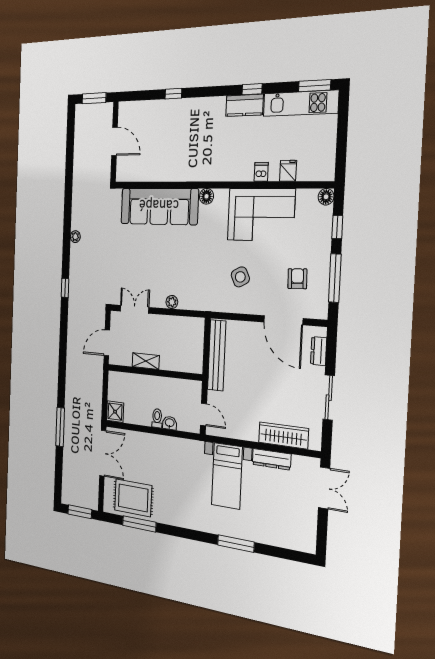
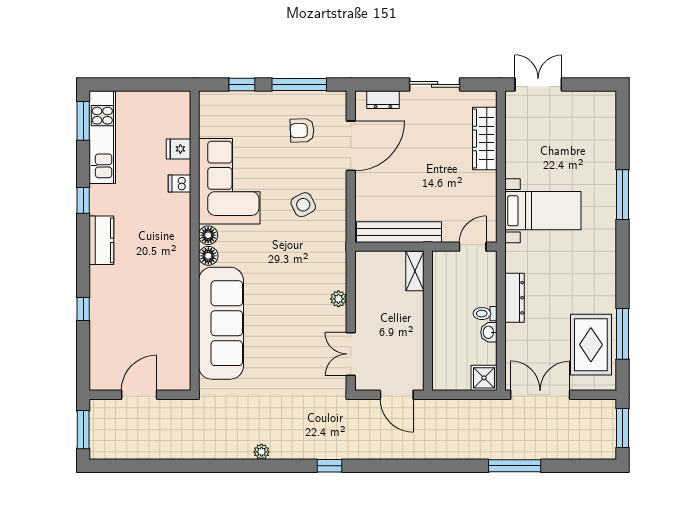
kitchen counter: (244, 105) -> (101, 240), moved
floor lamp: (326, 197) -> (208, 235), moved
shelving: (146, 361) -> (415, 271), moved
washbasin: (170, 423) -> (489, 332), moved
dresser: (272, 459) -> (515, 298), moved

